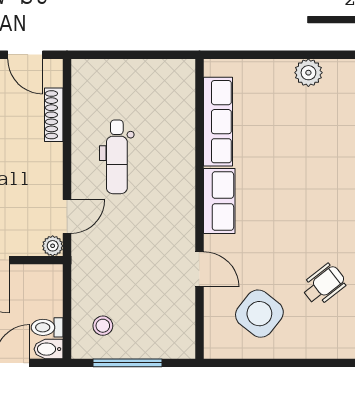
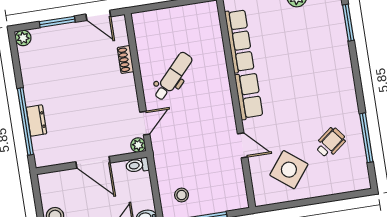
shoe rack: (54, 115) -> (126, 60), width x0.70
dental chair: (117, 157) -> (173, 76), turned -137
toilet: (47, 327) -> (137, 165), moved

